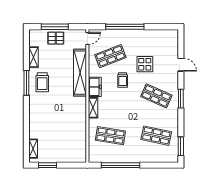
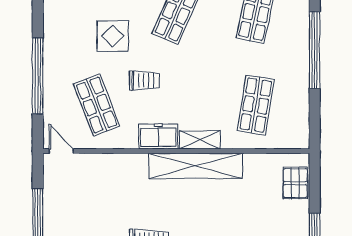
pallet: (56, 38) -> (295, 183), moved
shelving: (80, 73) -> (196, 166), moved
window: (121, 165) -> (315, 50), moved

